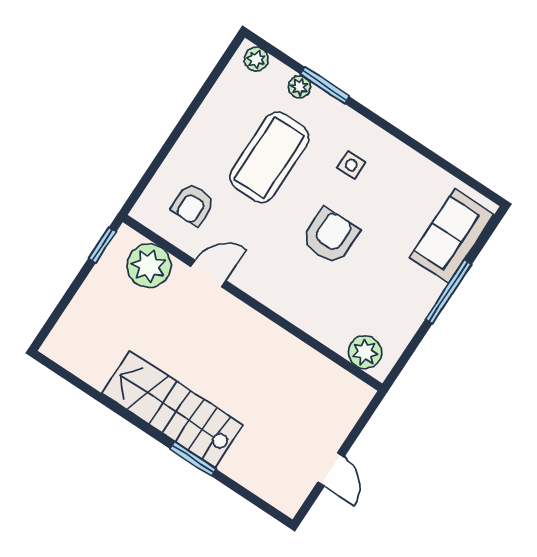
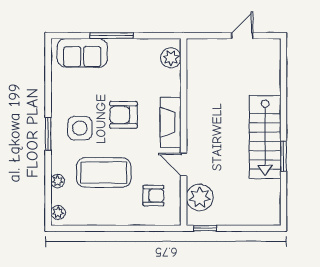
window: (325, 85) -> (48, 134), moved
side table: (351, 165) -> (80, 128), width x1.87, depth x1.87
fireplace: (277, 294) -> (171, 122), added
window: (193, 459) -> (283, 156), moved

